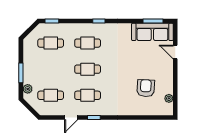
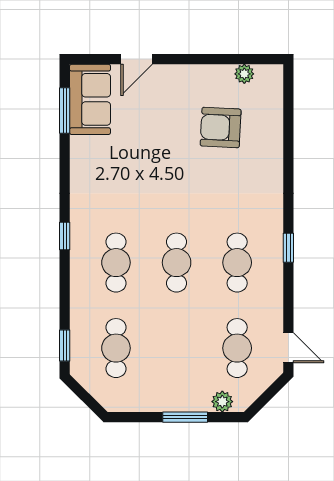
sofa: (152, 32) -> (90, 99), width x0.73
door: (71, 117) -> (288, 348), moved

